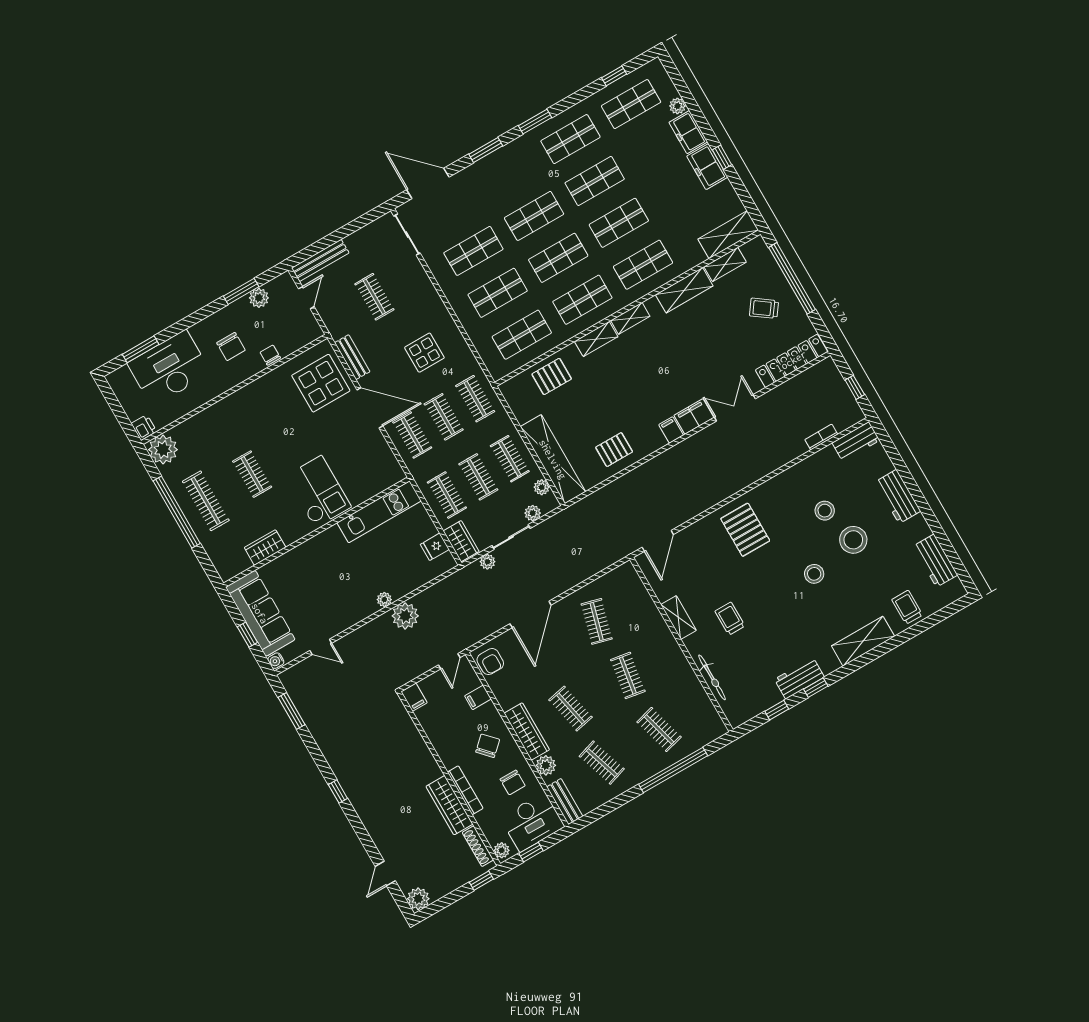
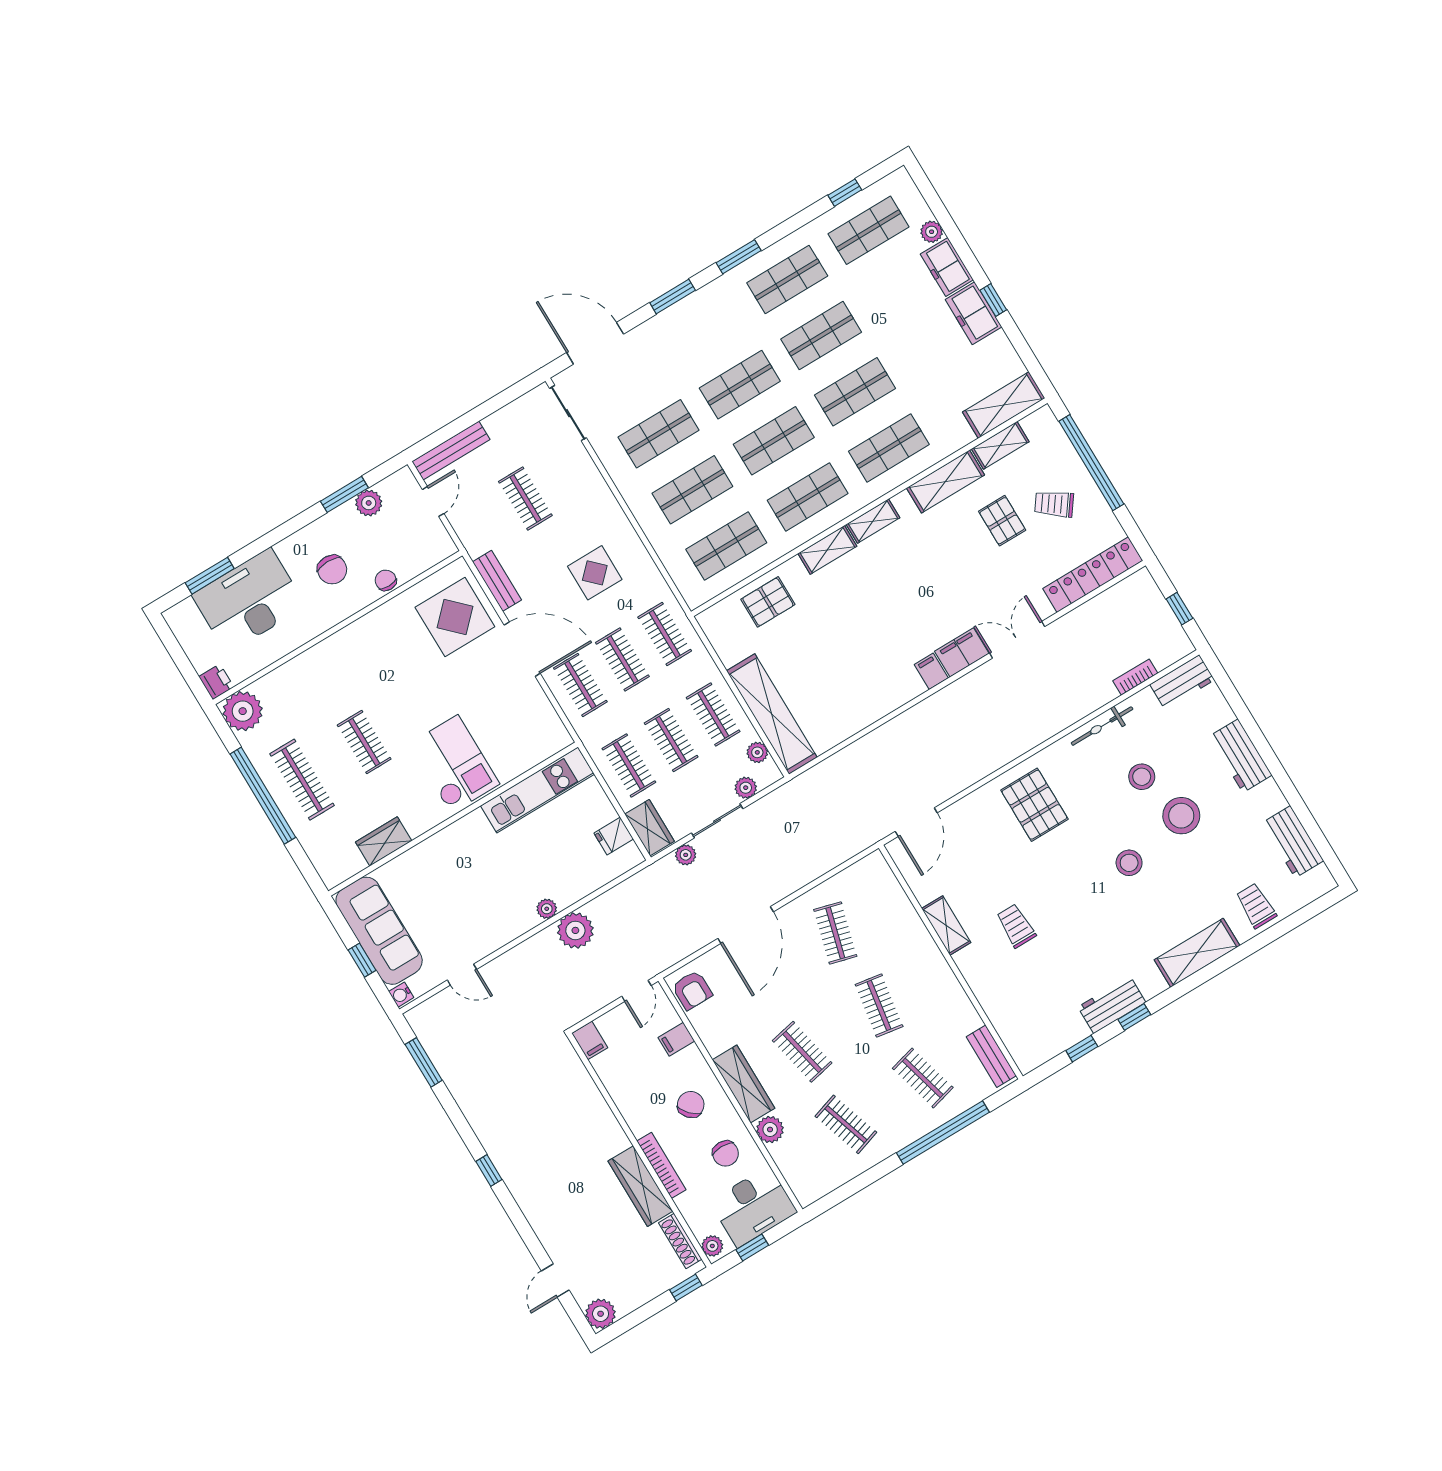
pallet: (614, 450) -> (1002, 521), moved, turned 90
bicycle: (712, 677) -> (1102, 726), moved, turned 90
bench: (565, 802) -> (991, 1056), moved

